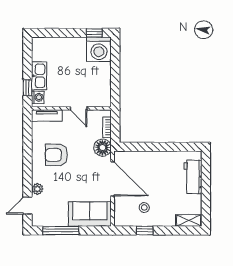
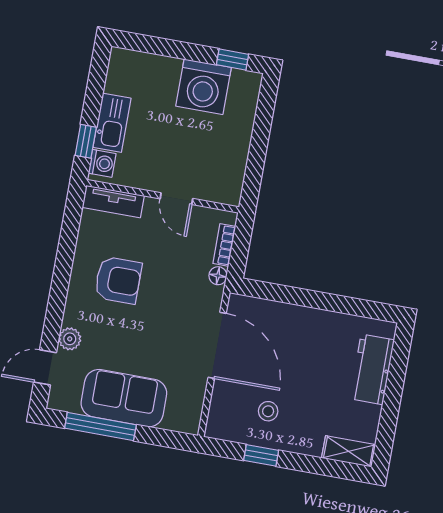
washing machine: (99, 49) -> (204, 87), moved
floor lamp: (102, 148) -> (218, 276), width x0.53, depth x0.53
armchair: (56, 155) -> (118, 280), turned 180
sofa: (90, 214) -> (124, 398), moved

